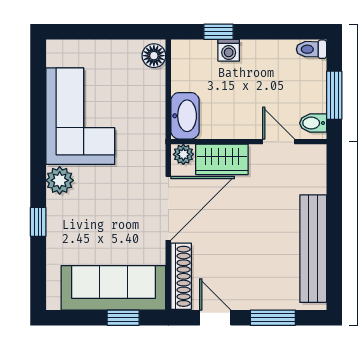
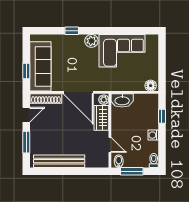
washing machine: (229, 50) -> (153, 135), moved
door: (279, 142) -> (110, 145), hinge flipped

